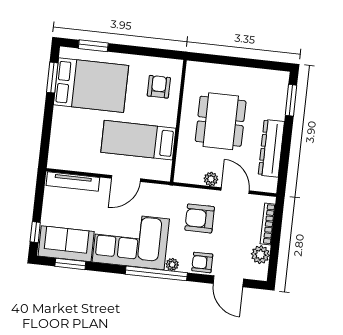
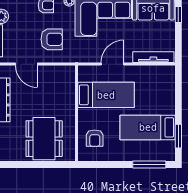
window: (93, 46) -> (149, 164), width x1.44
bed: (91, 85) -> (148, 127), width x0.67
dining table: (221, 121) -> (44, 139), moved
plant: (211, 179) -> (46, 71), removed

